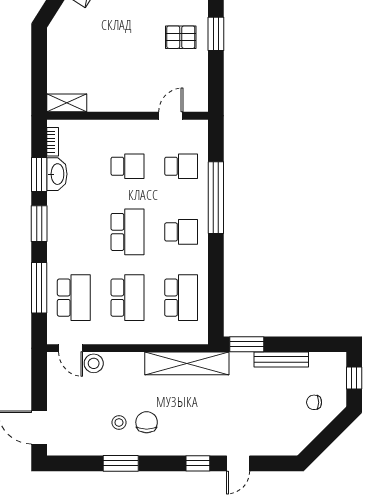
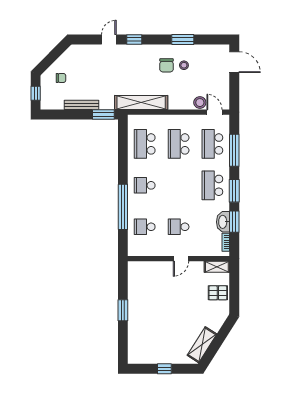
pallet: (181, 37) -> (218, 293), moved
door: (171, 116) -> (181, 259), moved
school desk: (127, 232) -> (212, 185), moved

